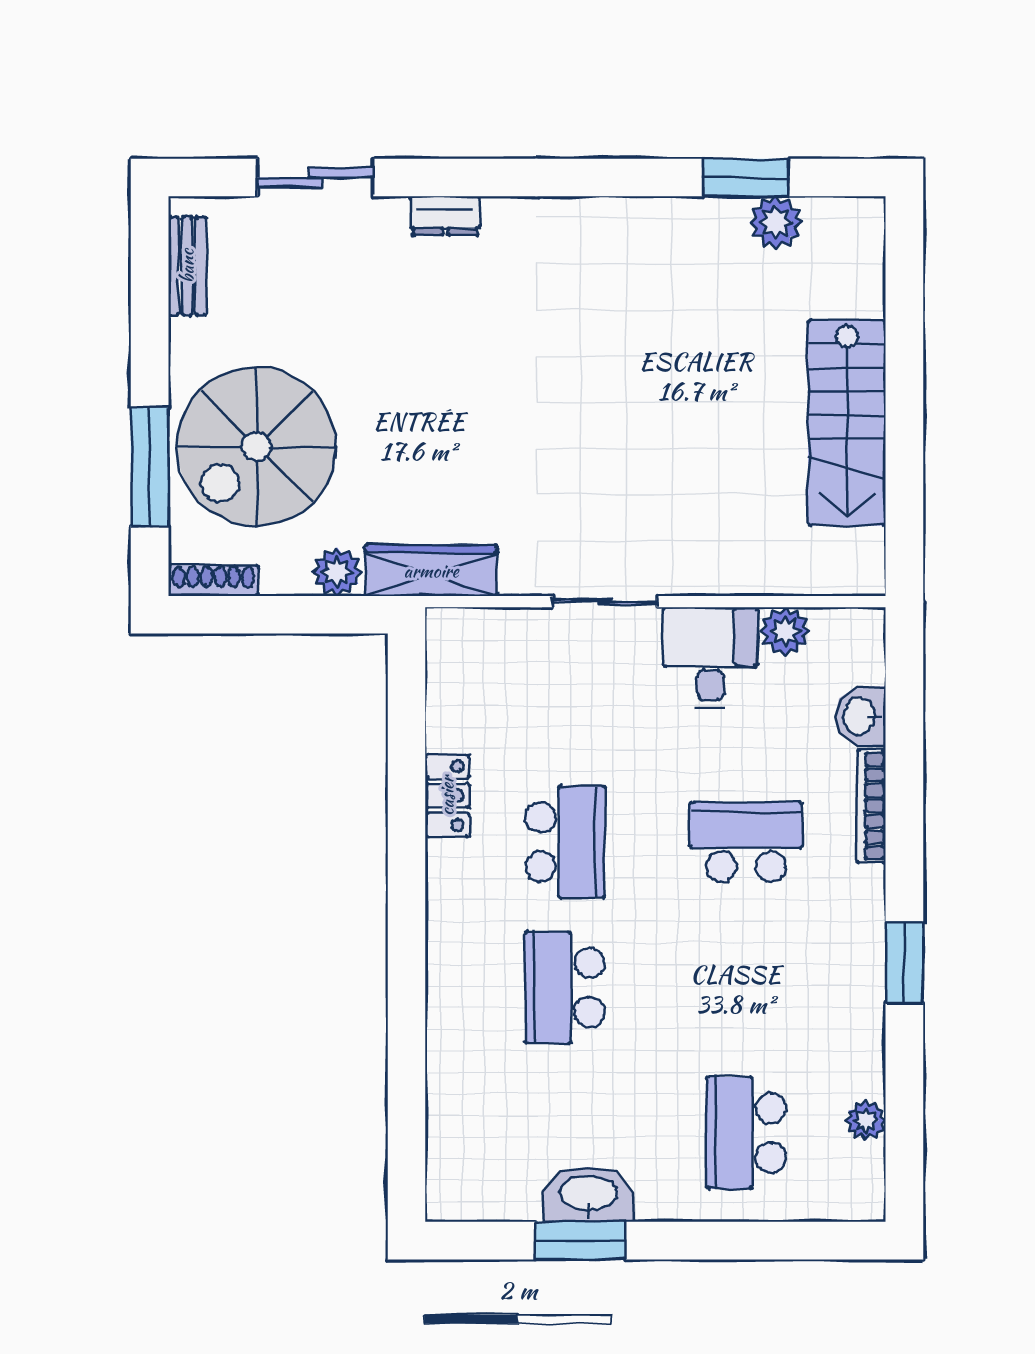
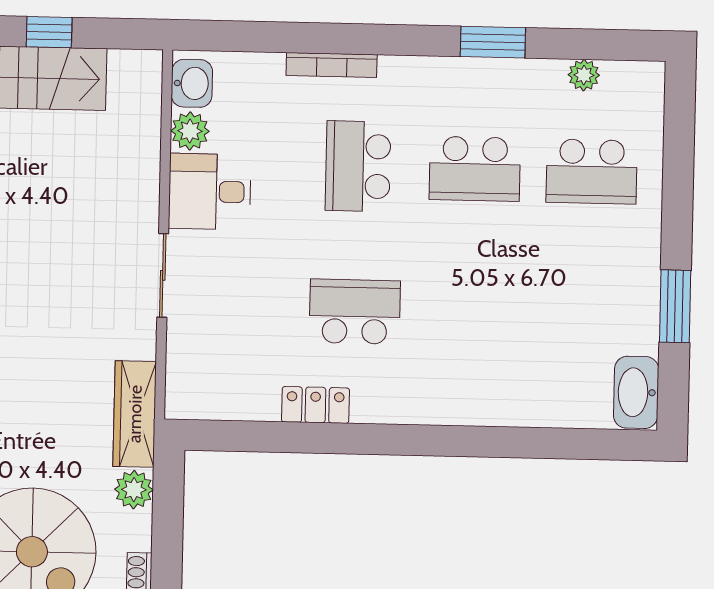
window: (904, 453) -> (49, 32), added
washbasin: (860, 716) -> (192, 83), moved, turned -90
window: (904, 963) -> (493, 42), moved
school desk: (565, 987) -> (475, 169), moved
washbasin: (588, 1194) -> (636, 392), moved

